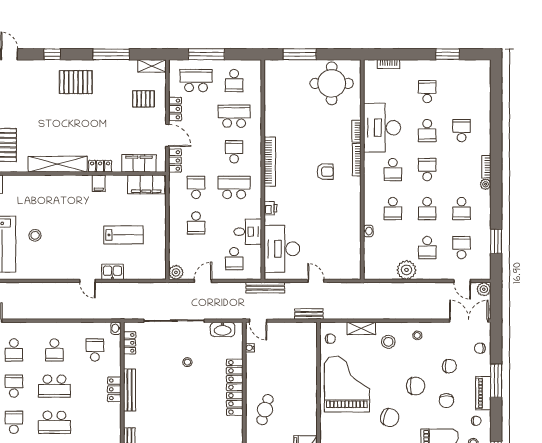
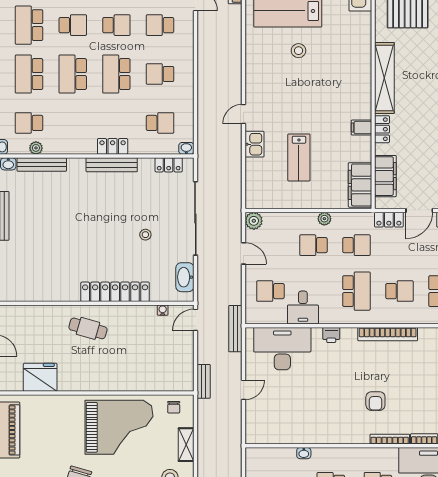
plant: (174, 214) -> (324, 219), added

